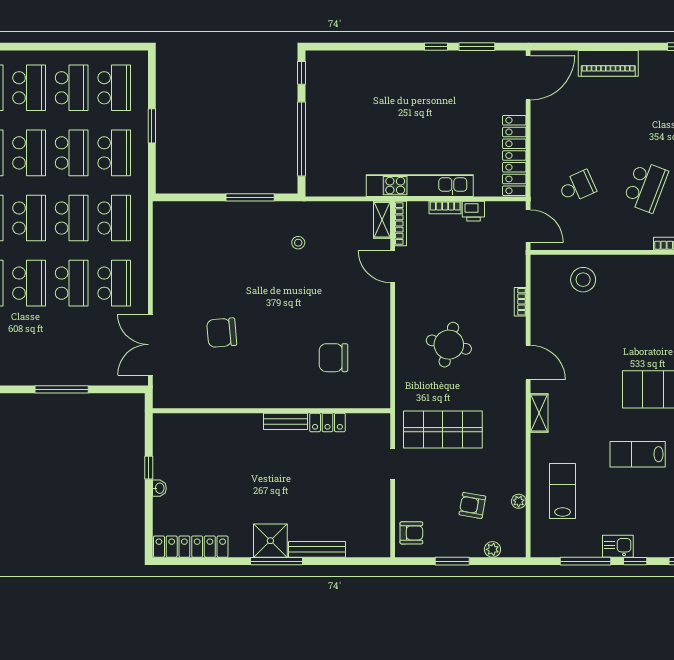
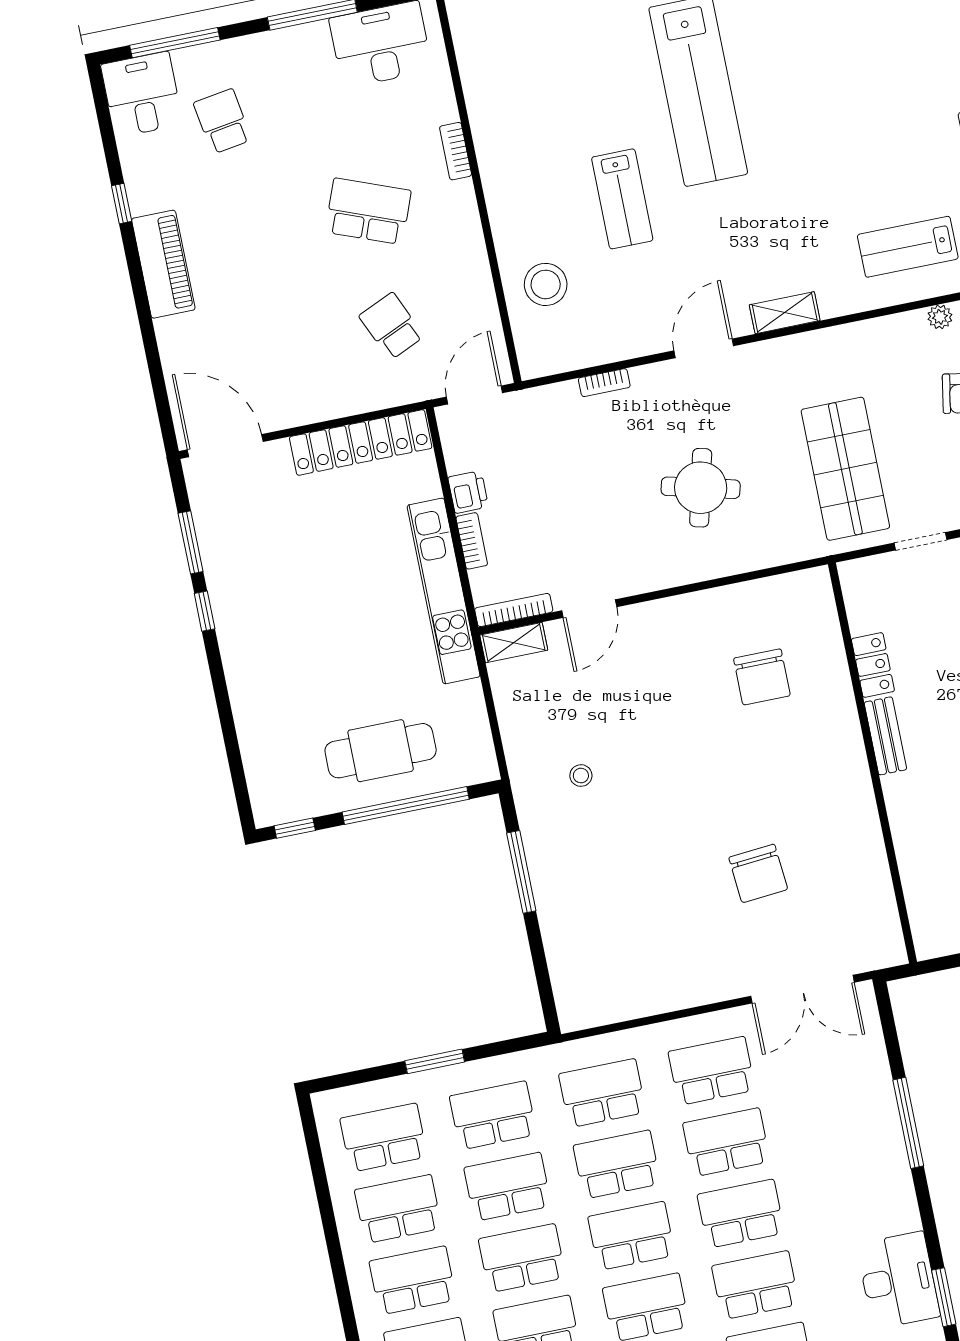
piano: (608, 63) -> (163, 264), moved
cafe table: (336, 131) -> (381, 751), added
lab bench: (638, 454) -> (622, 199), moved

